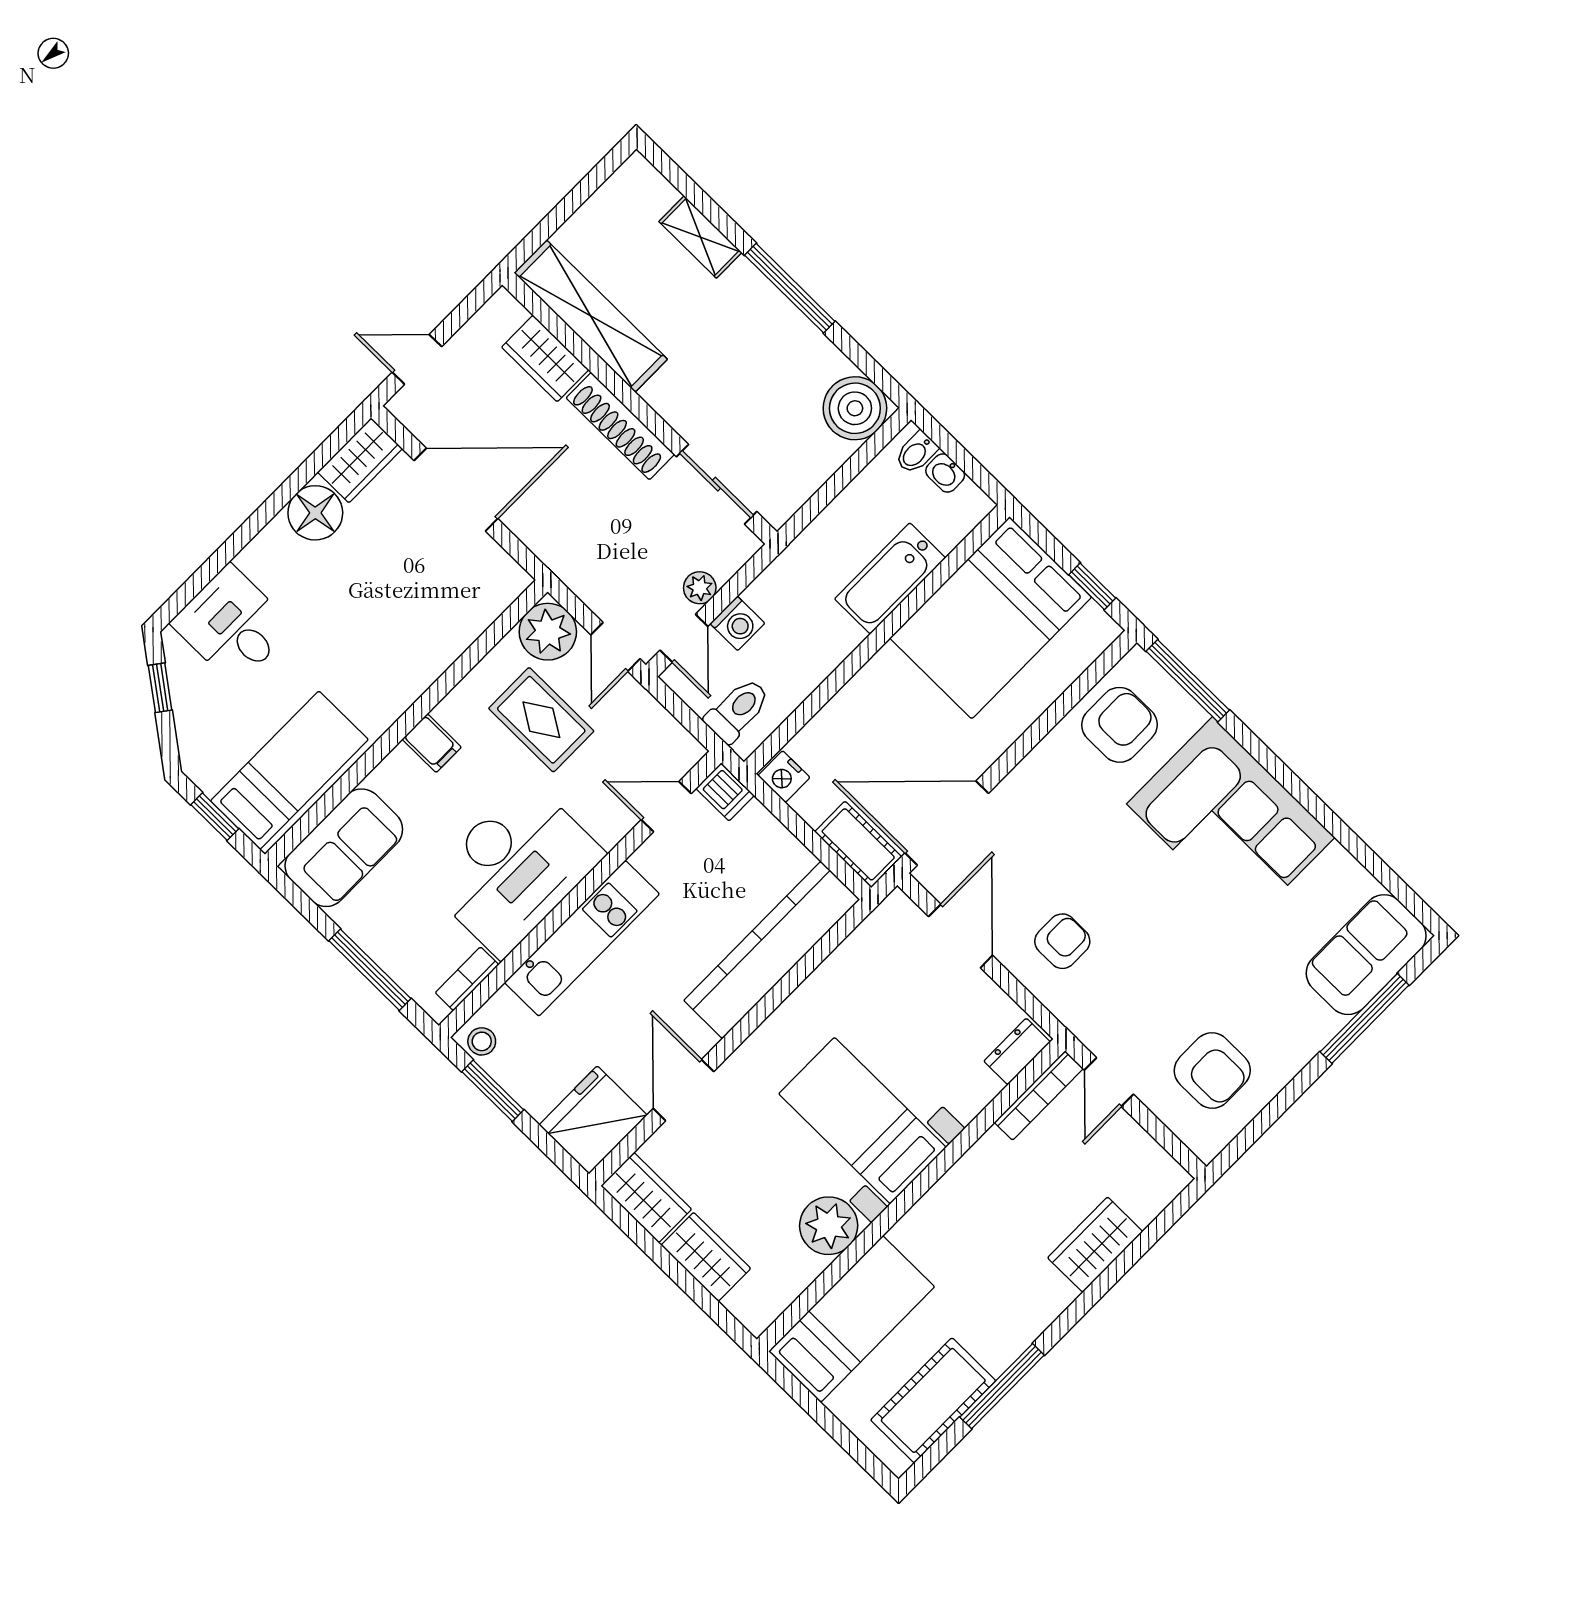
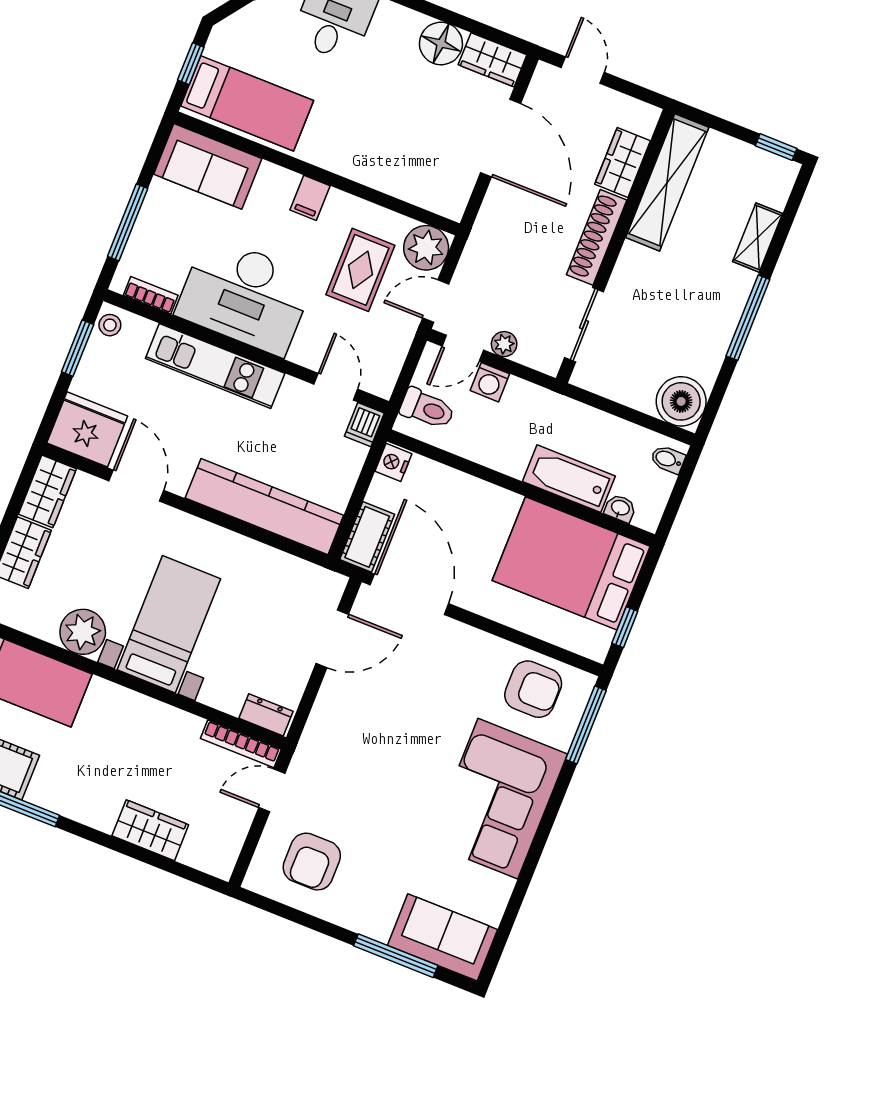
window: (603, 170) -> (776, 147), added
washbasin: (945, 473) -> (620, 508), moved, turned 90
armchair: (1062, 941) -> (359, 714), removed
door: (683, 1090) -> (136, 486), hinge flipped

